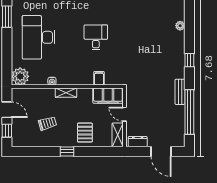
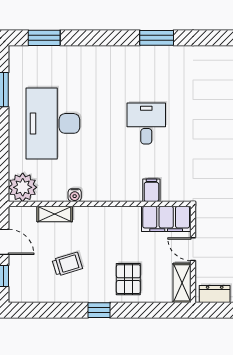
shelving: (66, 93) -> (55, 214), moved

